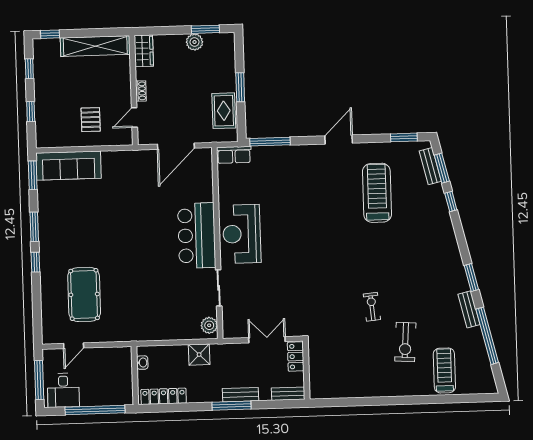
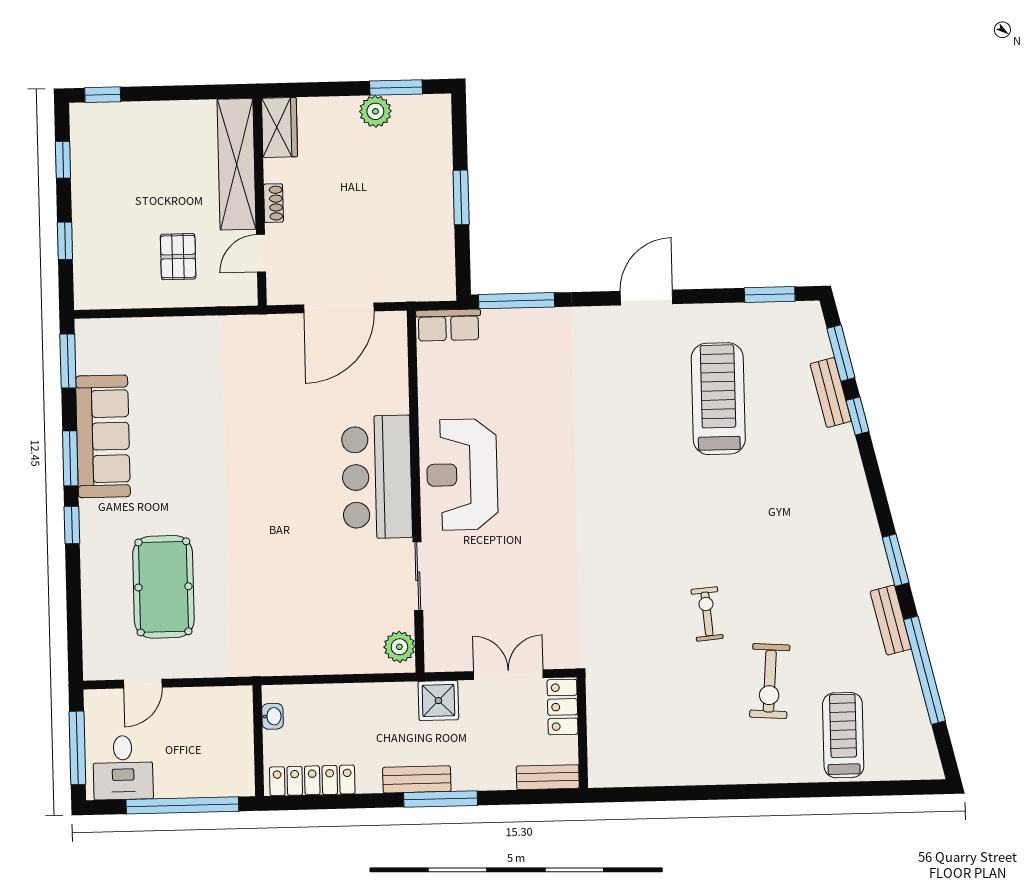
shelving: (95, 46) -> (237, 164), moved, turned 90
rug: (224, 111) -> (430, 242), removed
sofa: (69, 166) -> (103, 436), moved, turned -90
bench: (430, 166) -> (831, 392), moved
shower: (199, 355) -> (438, 701), moved
bench: (241, 395) -> (417, 779), moved

